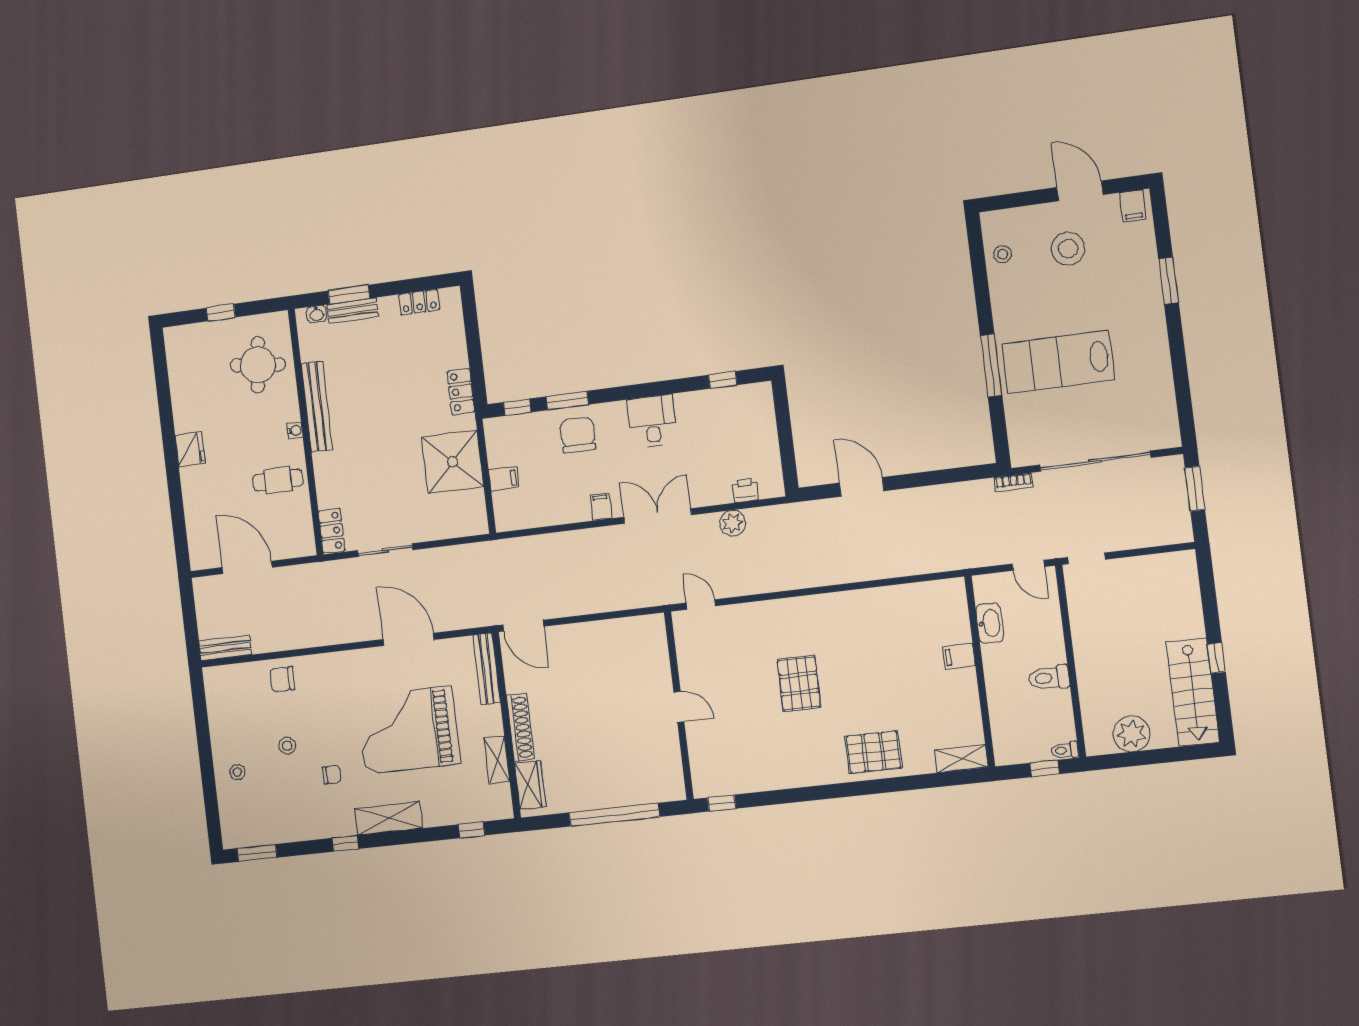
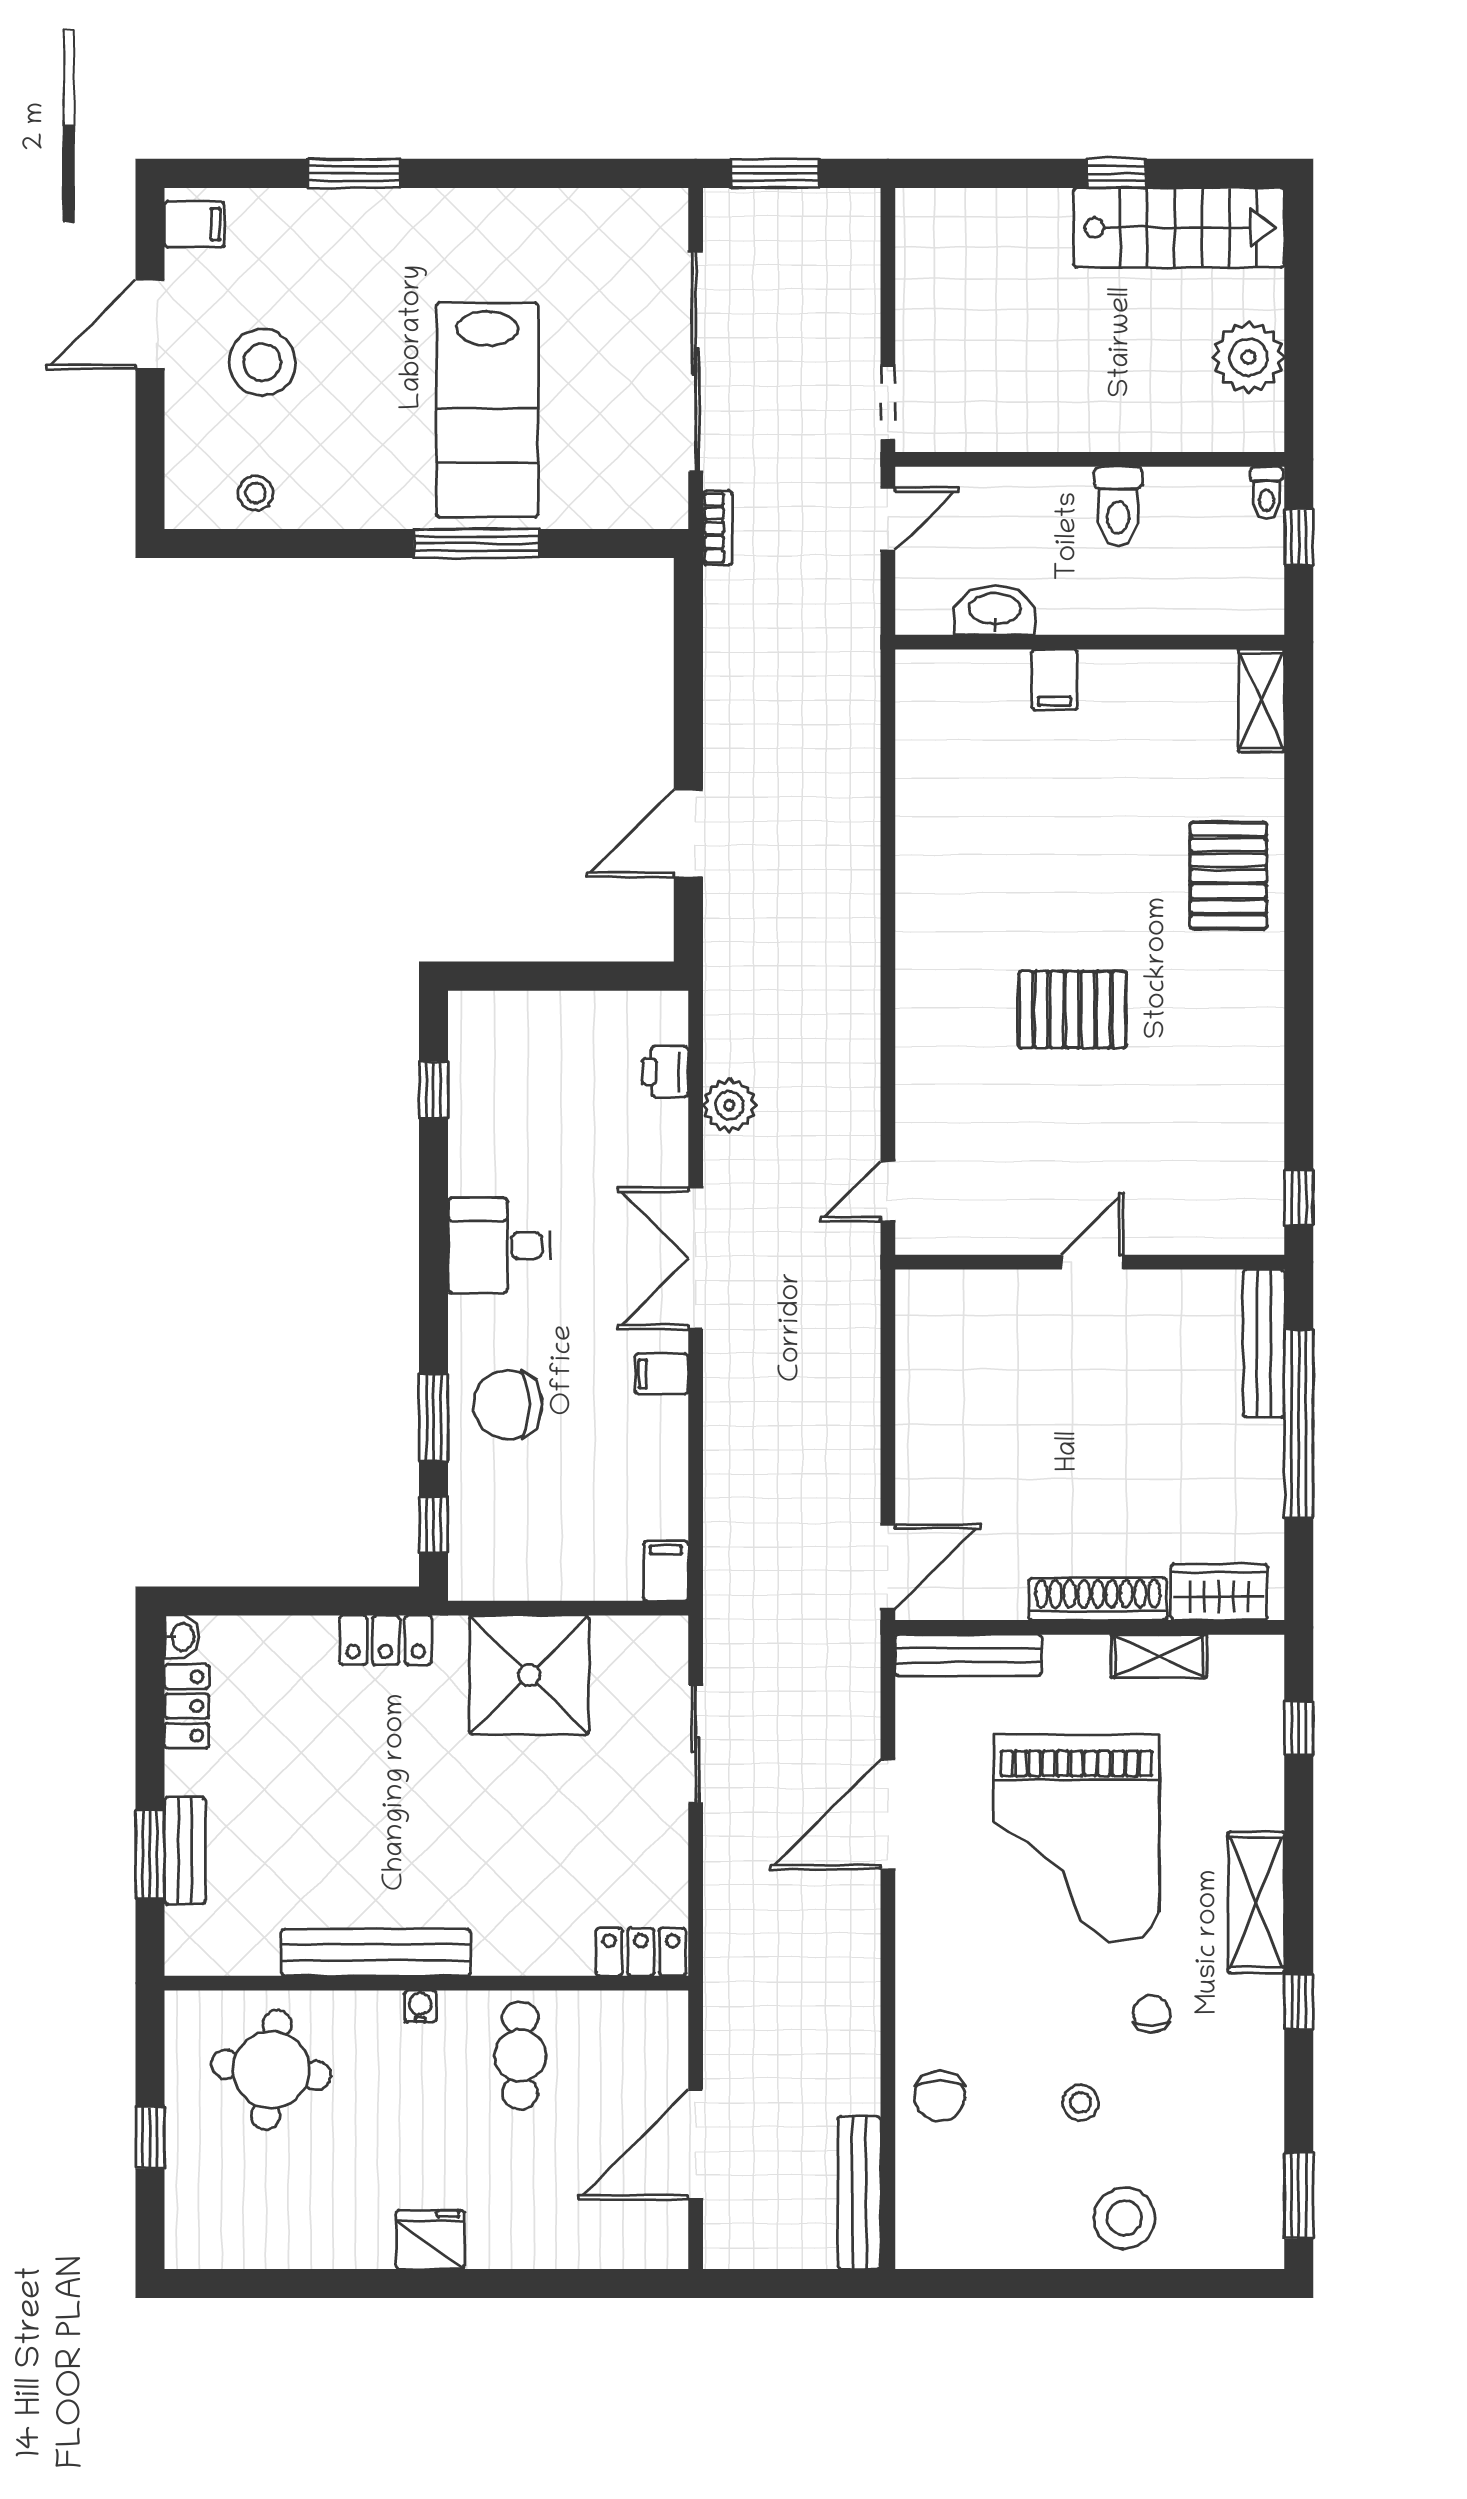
washbasin: (317, 314) -> (182, 1637), moved
filing cabinet: (504, 479) -> (666, 1571), moved
sliding door: (385, 550) -> (696, 1744), moved
bench: (225, 648) -> (859, 2193), width x1.36
stool: (237, 772) -> (1124, 2218), width x1.89, depth x1.89
bench: (650, 794) -> (1264, 1343), added

